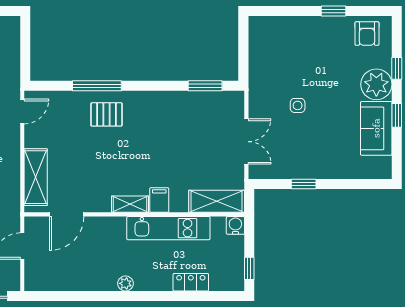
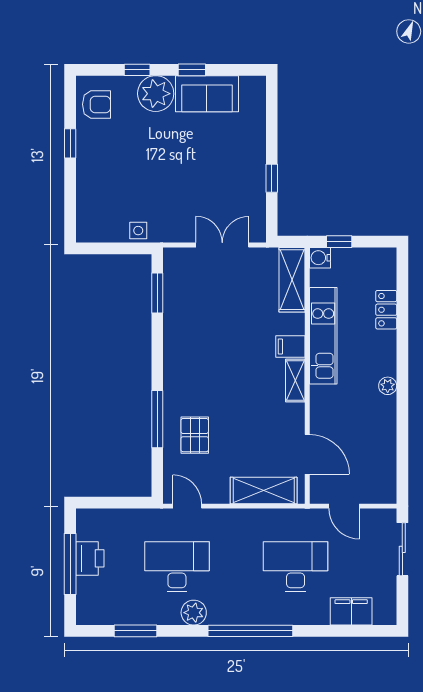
side table: (298, 105) -> (138, 231), moved
pallet: (106, 114) -> (195, 435), moved
window: (249, 268) -> (339, 242), moved

